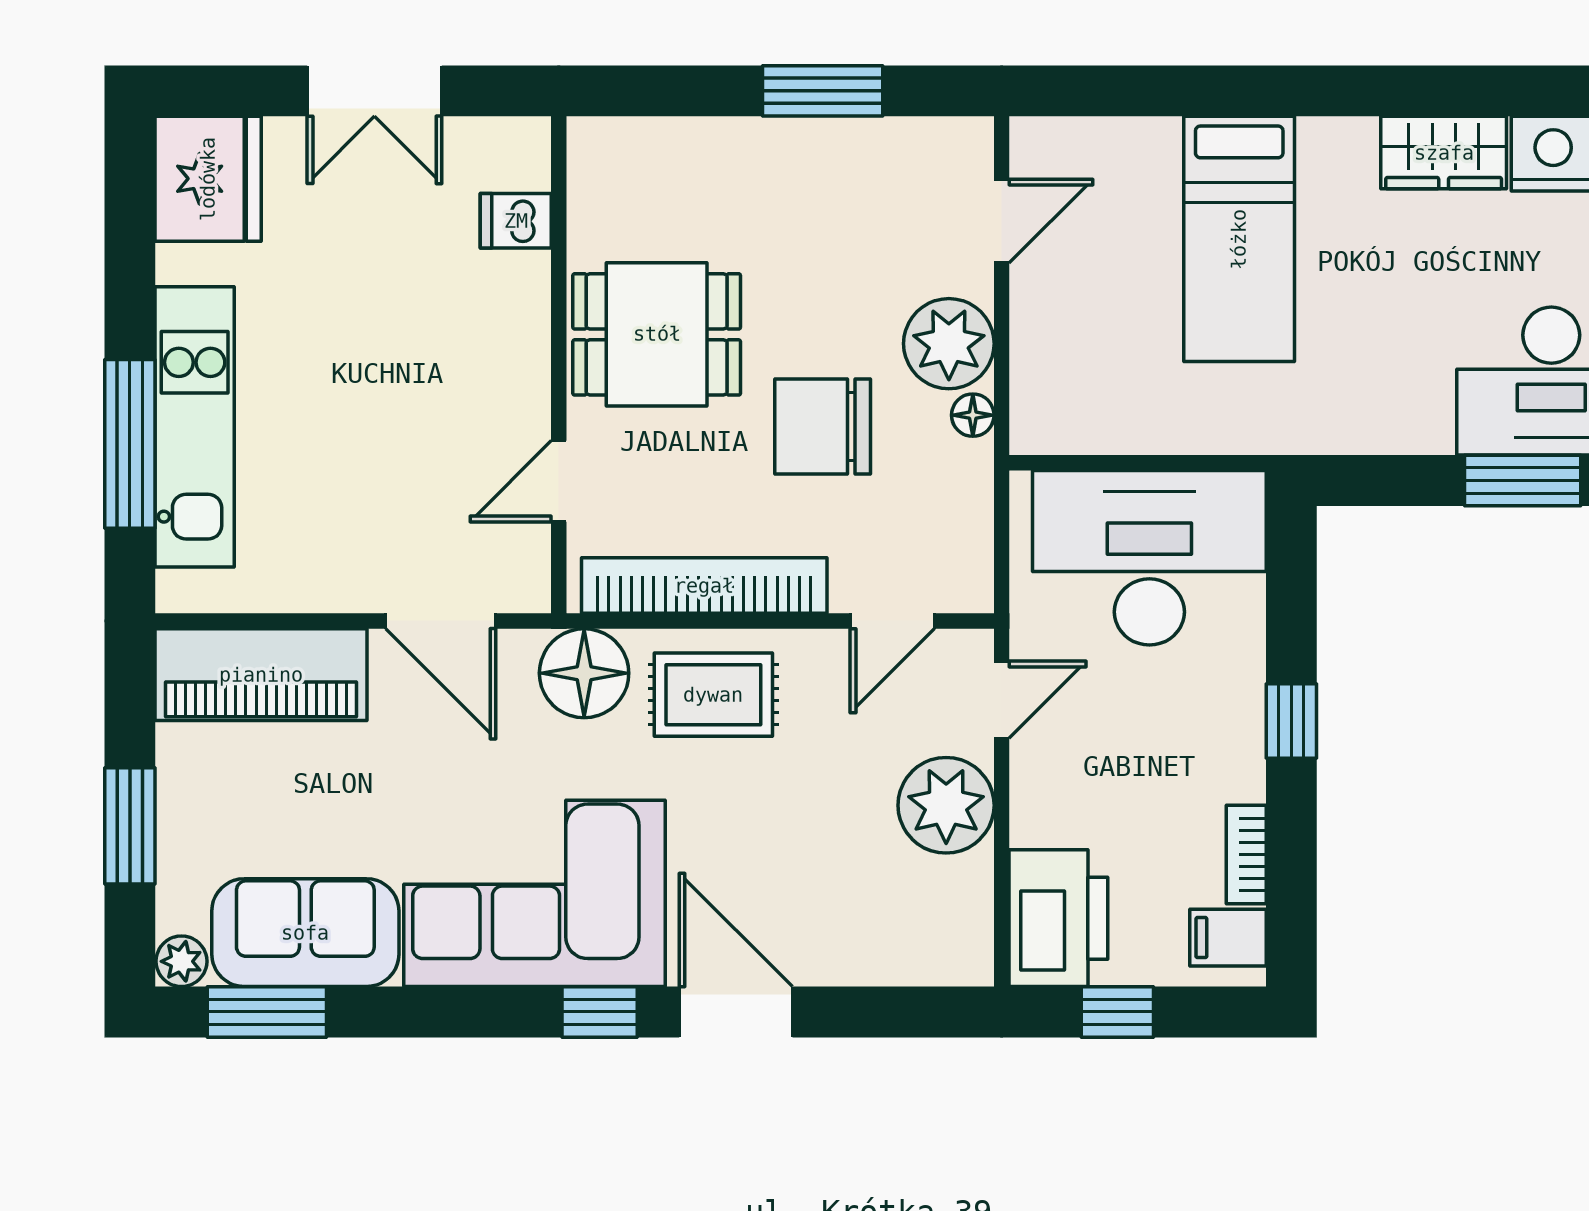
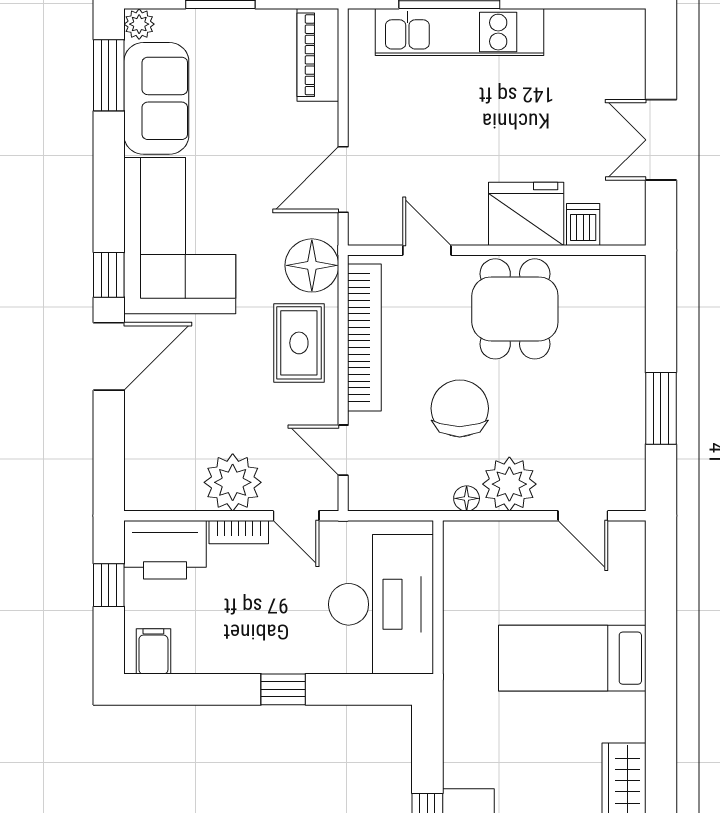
fridge: (208, 179) -> (526, 214), moved, turned 180
piano: (261, 675) -> (318, 55), width x0.73, depth x0.75
bookcase: (1246, 854) -> (239, 532), moved, turned 180

